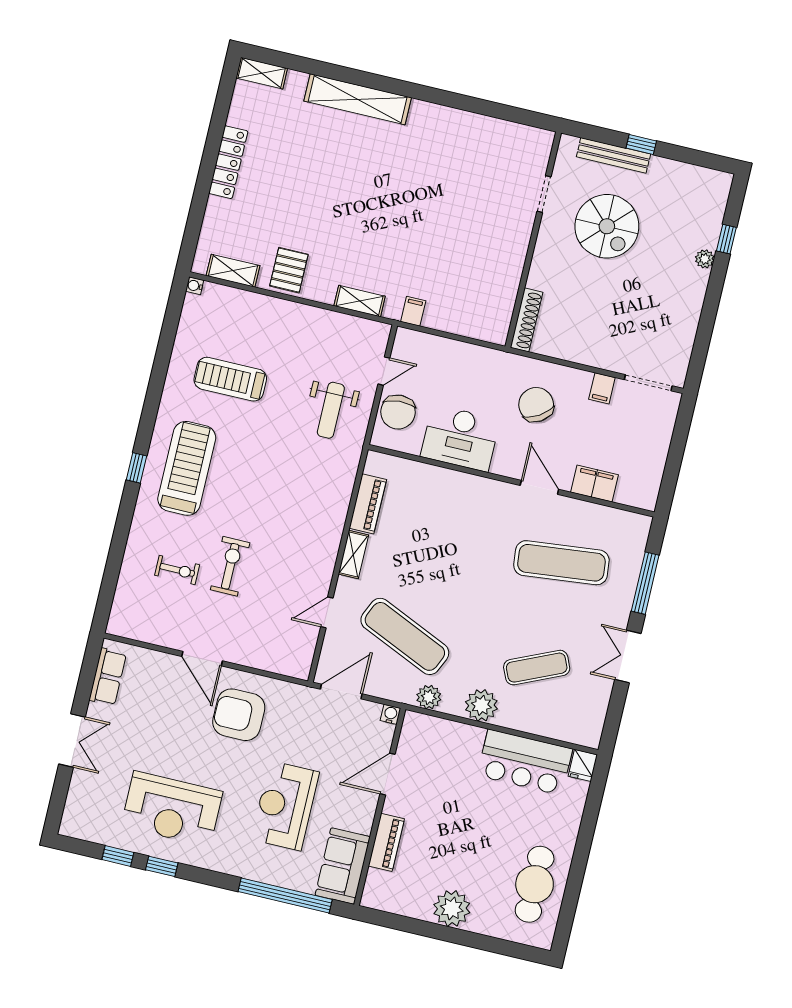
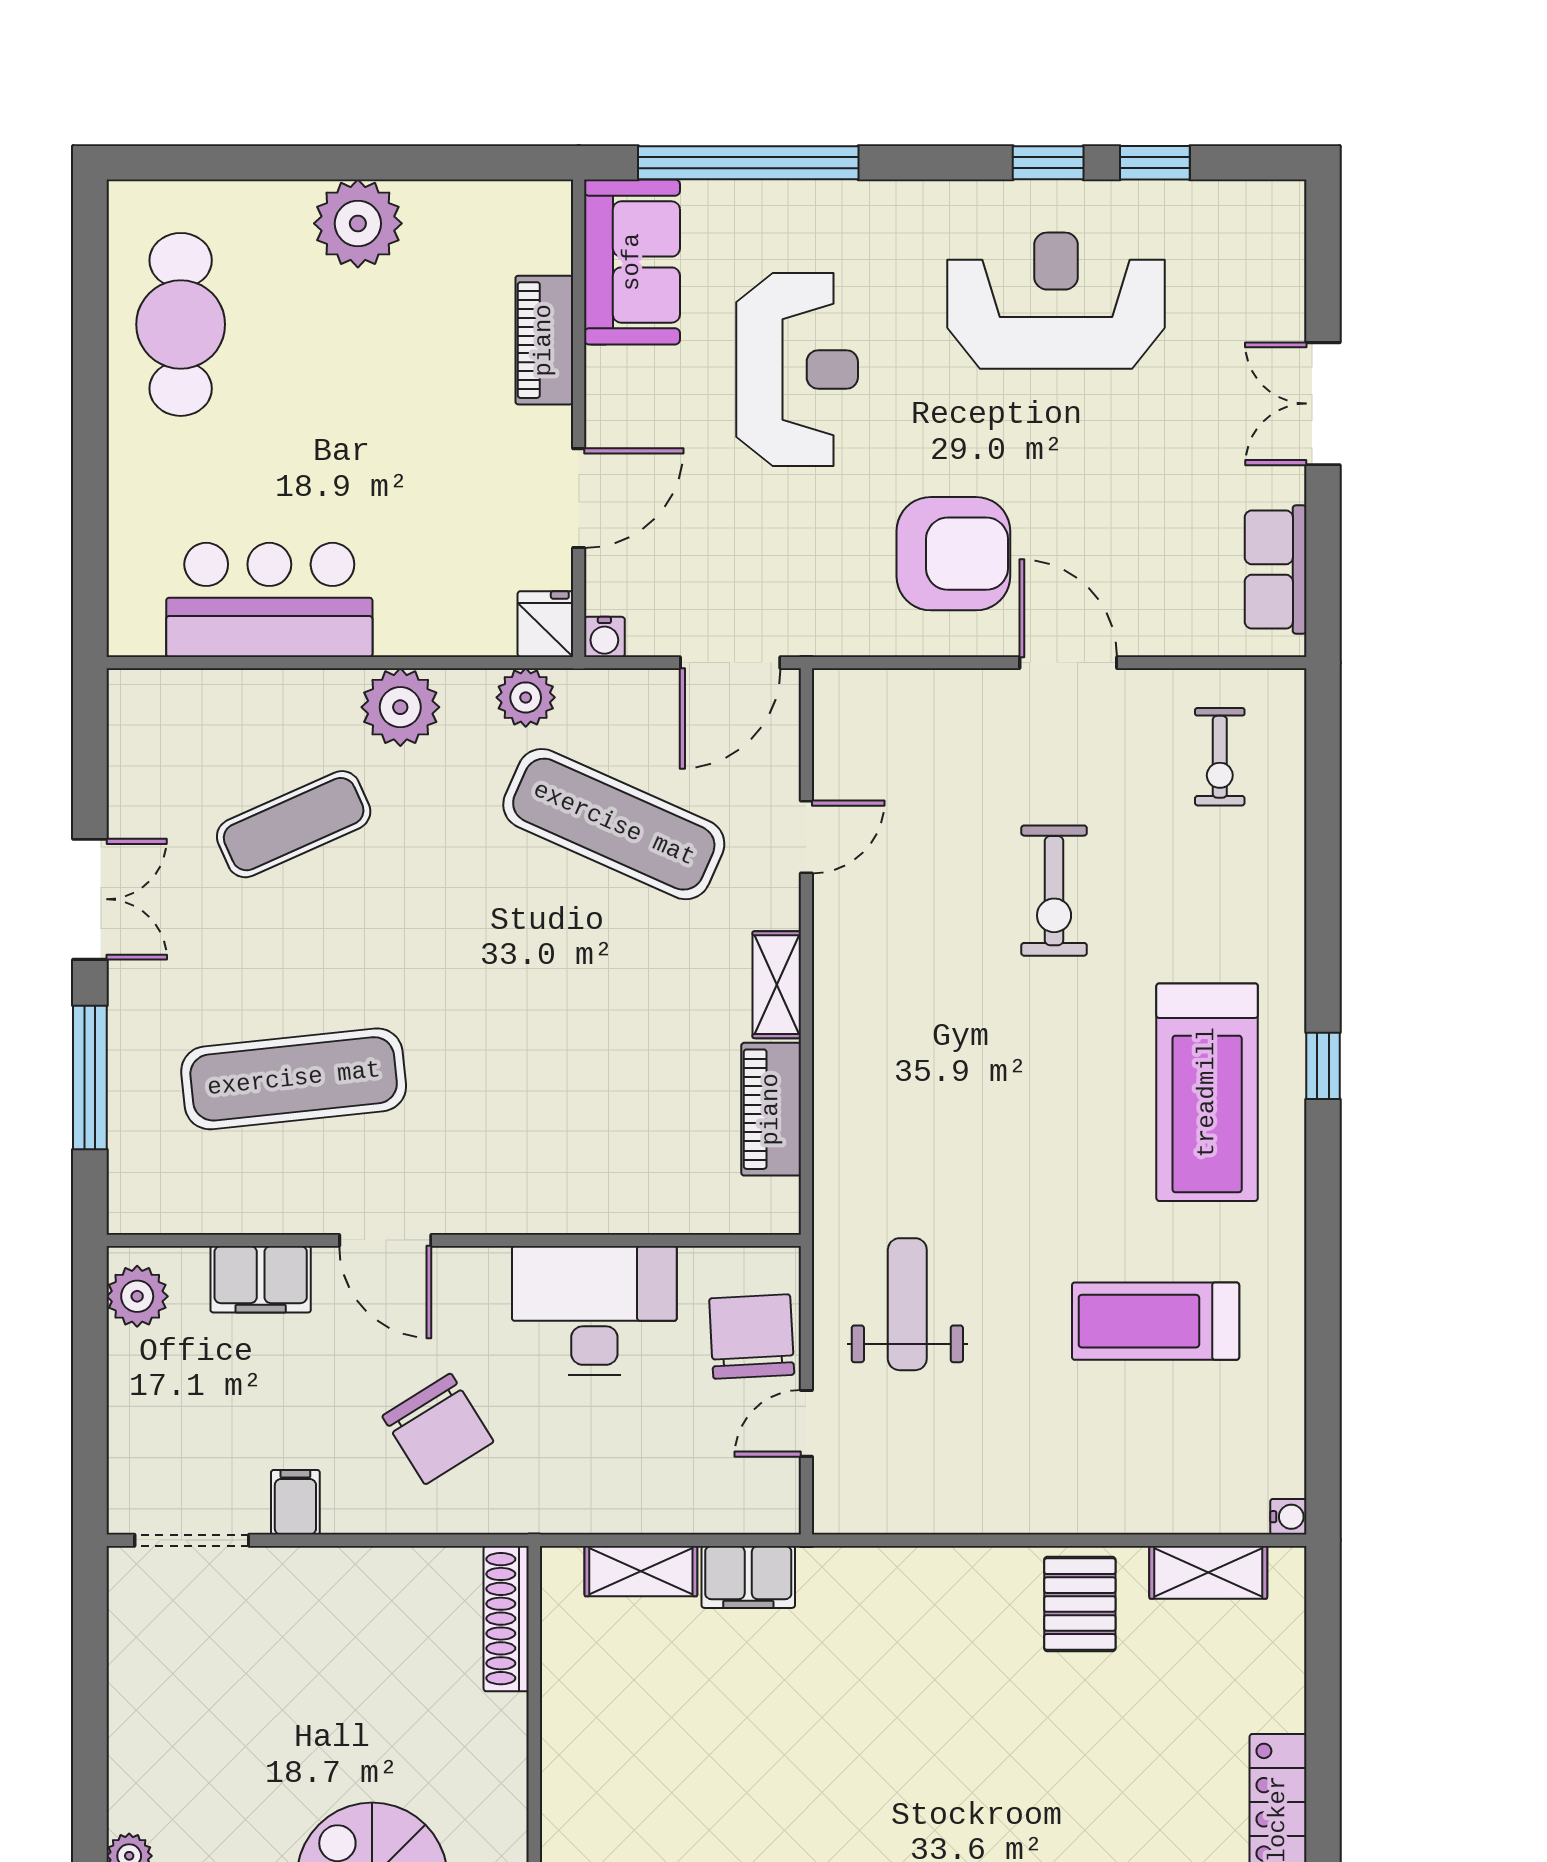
shelving: (360, 301) -> (641, 1571), moved
filing cabinet: (413, 311) -> (748, 1577), width x2.00
treadmill: (230, 379) -> (1156, 1321), turned 180
plant: (647, 488) -> (137, 1296), added
exercise bike: (177, 570) -> (1220, 757), moved, turned -90
fridge: (583, 765) -> (545, 624), moved

